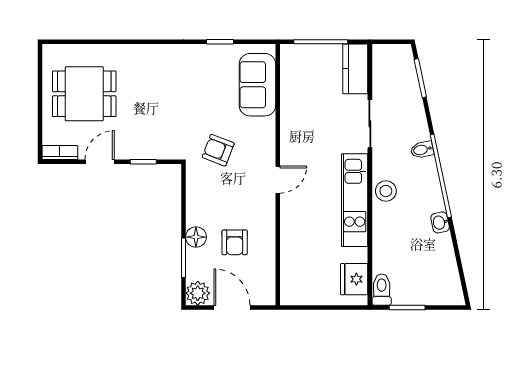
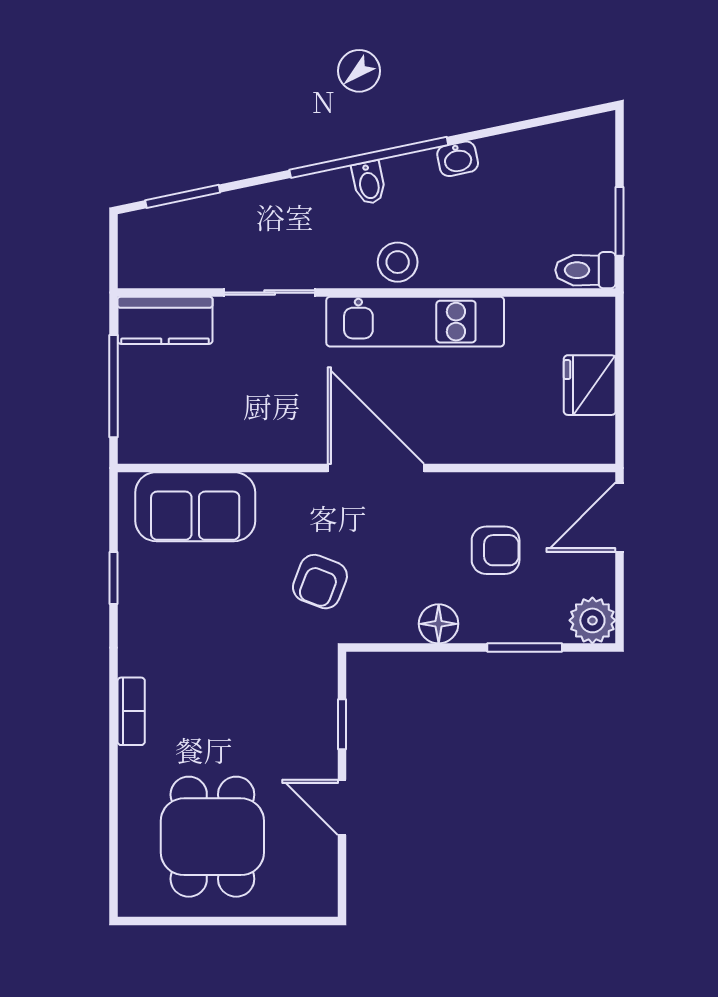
bidet: (422, 150) -> (369, 183), moved
bookcase: (60, 153) -> (131, 711), moved, turned 180
door: (278, 180) -> (376, 468), width x1.87
floor lamp: (196, 237) -> (439, 624), moved
fridge: (354, 279) -> (590, 385), moved, turned 90
door: (232, 307) -> (620, 517), moved

